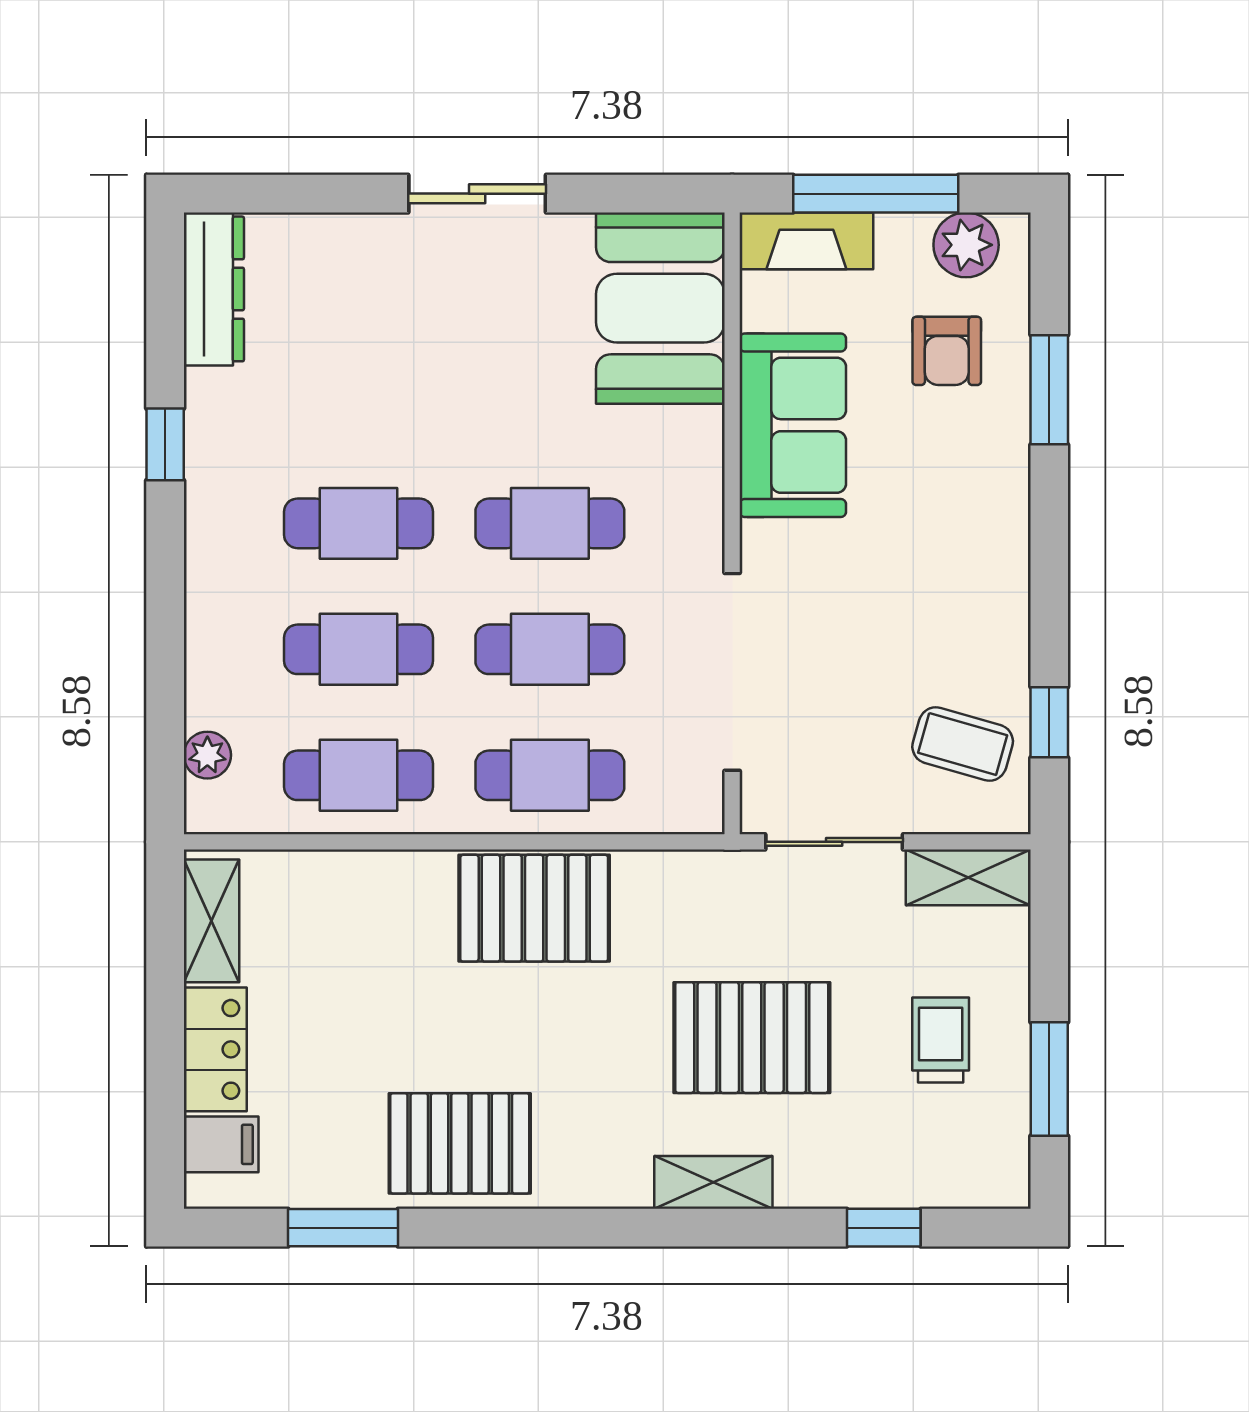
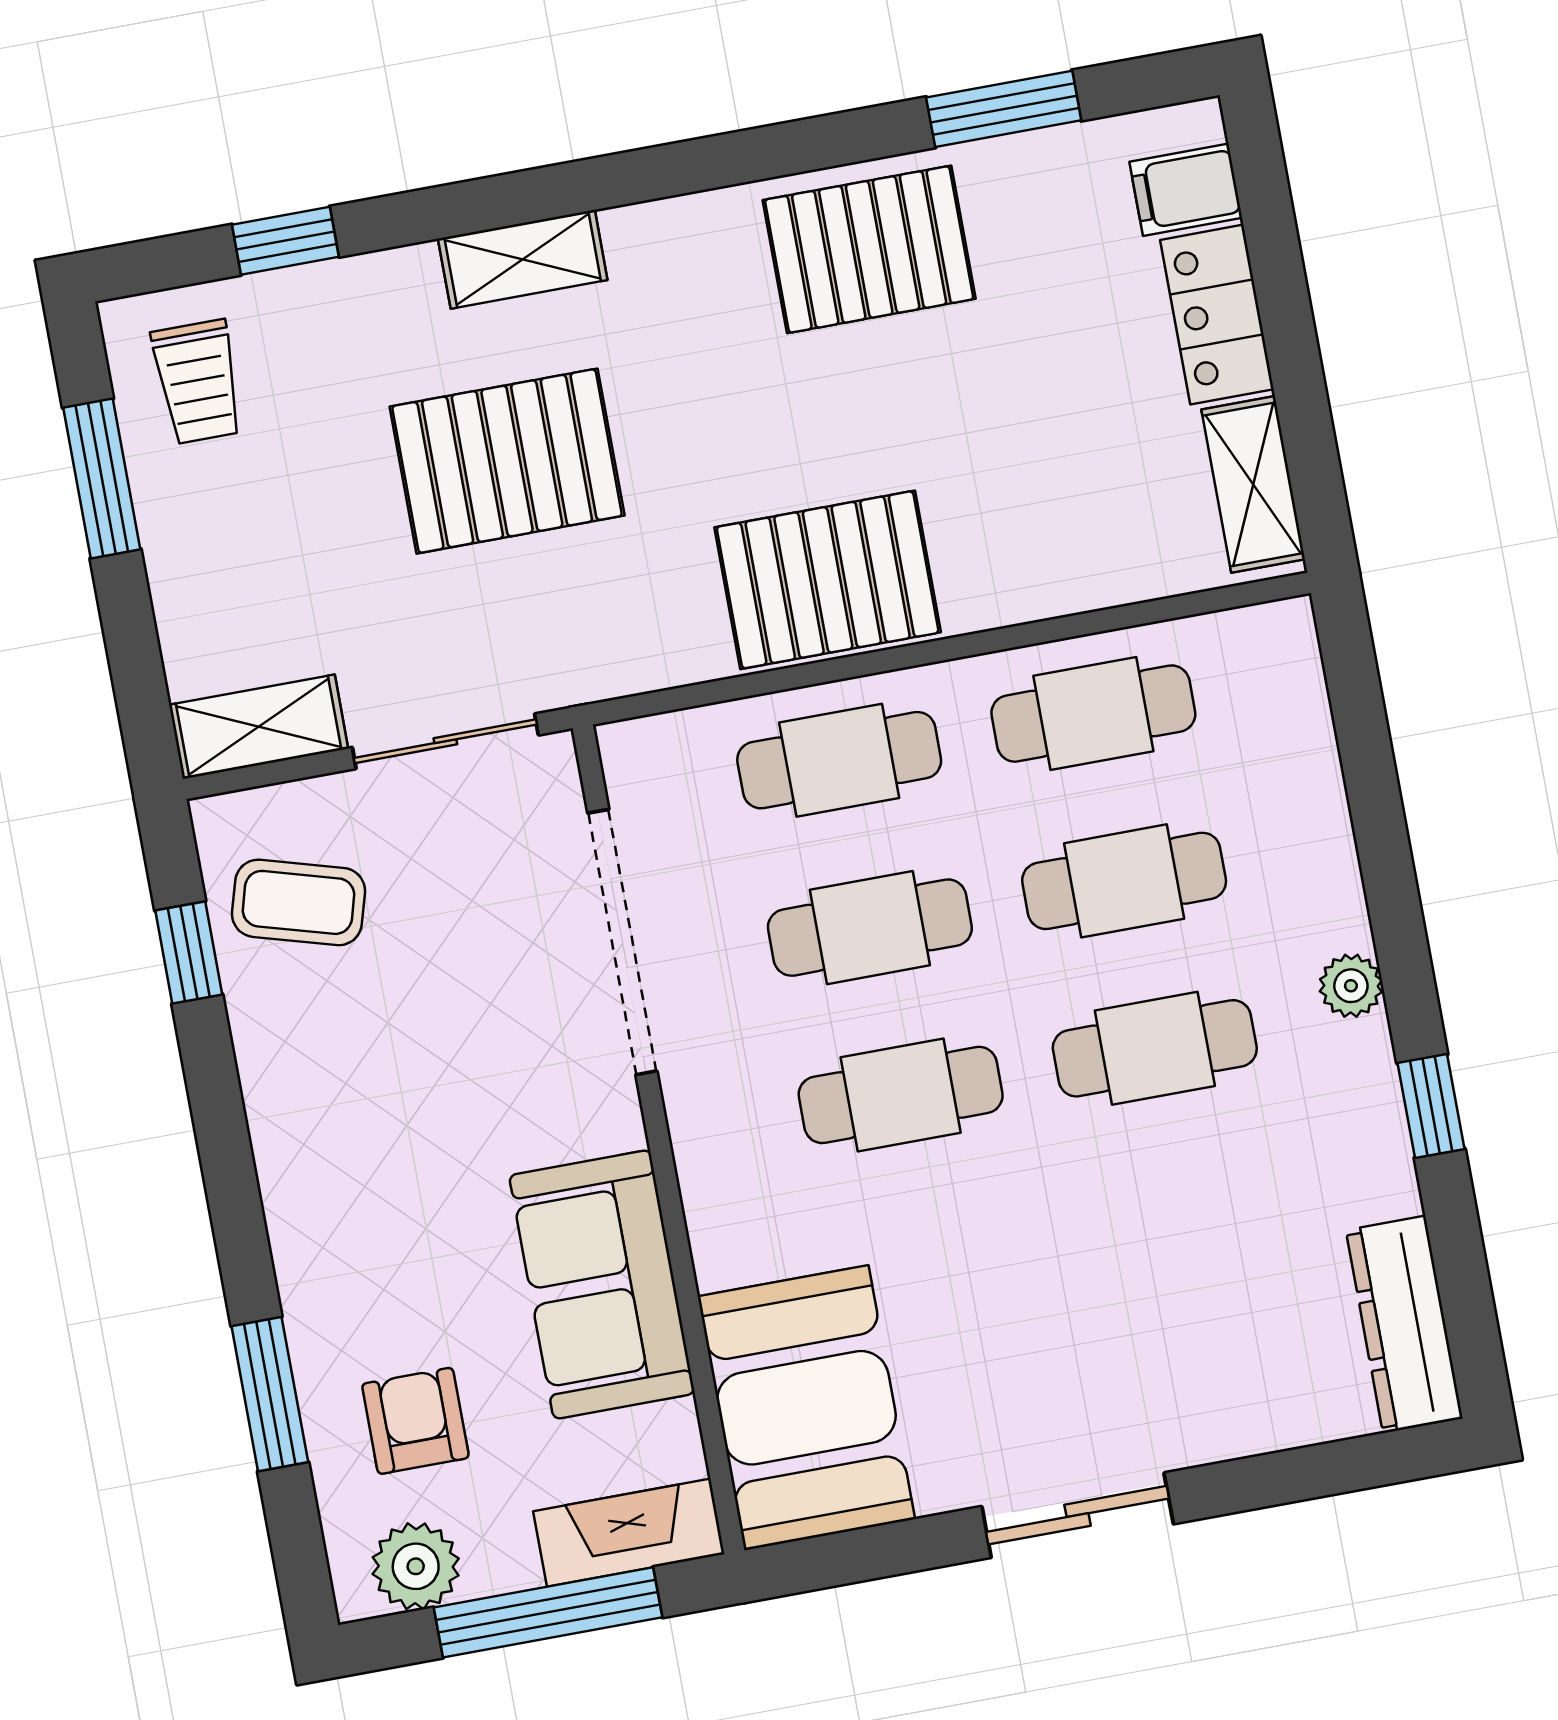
plant: (207, 755) -> (1351, 986), moved
trolley: (941, 1040) -> (198, 382), moved

